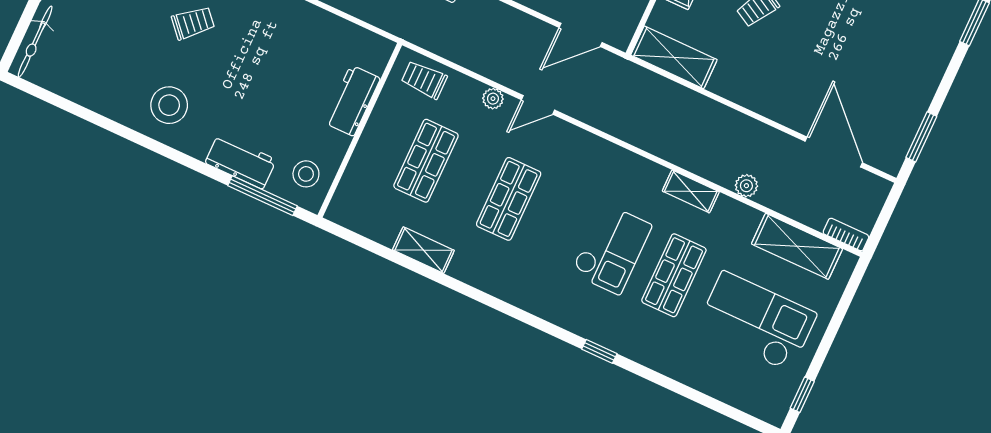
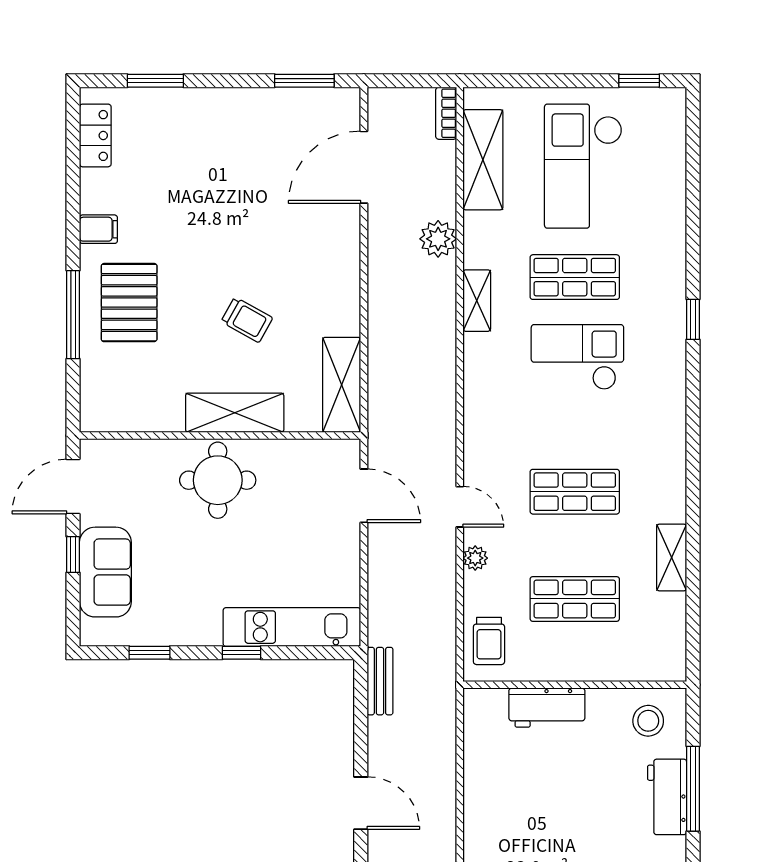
plant: (746, 186) -> (438, 239), width x1.38, depth x1.38
window: (263, 196) -> (693, 789), moved

